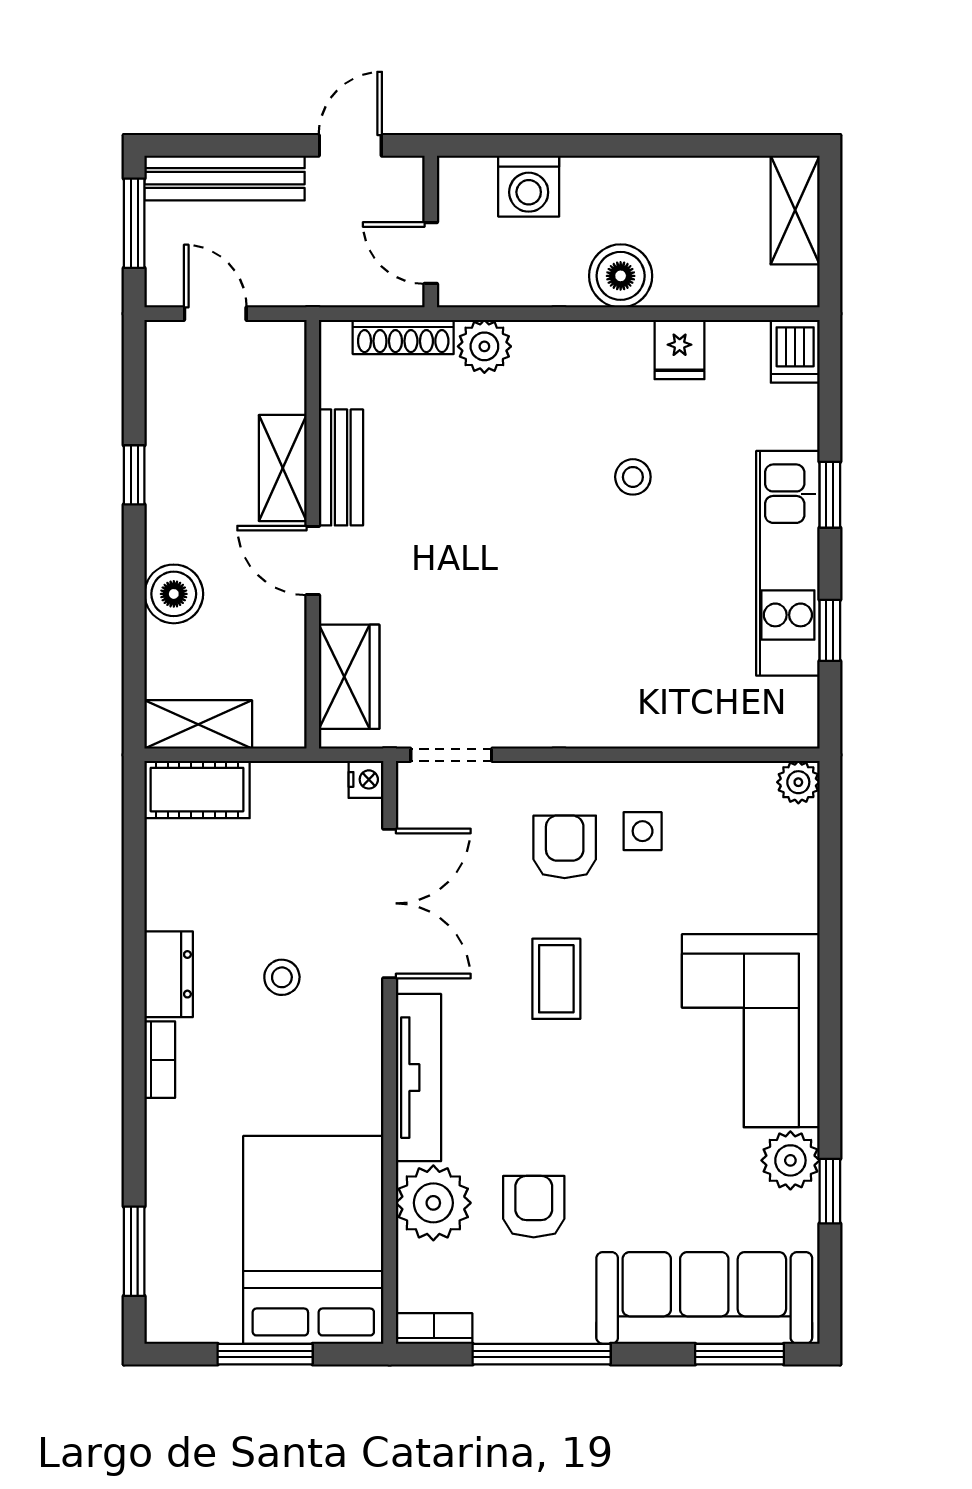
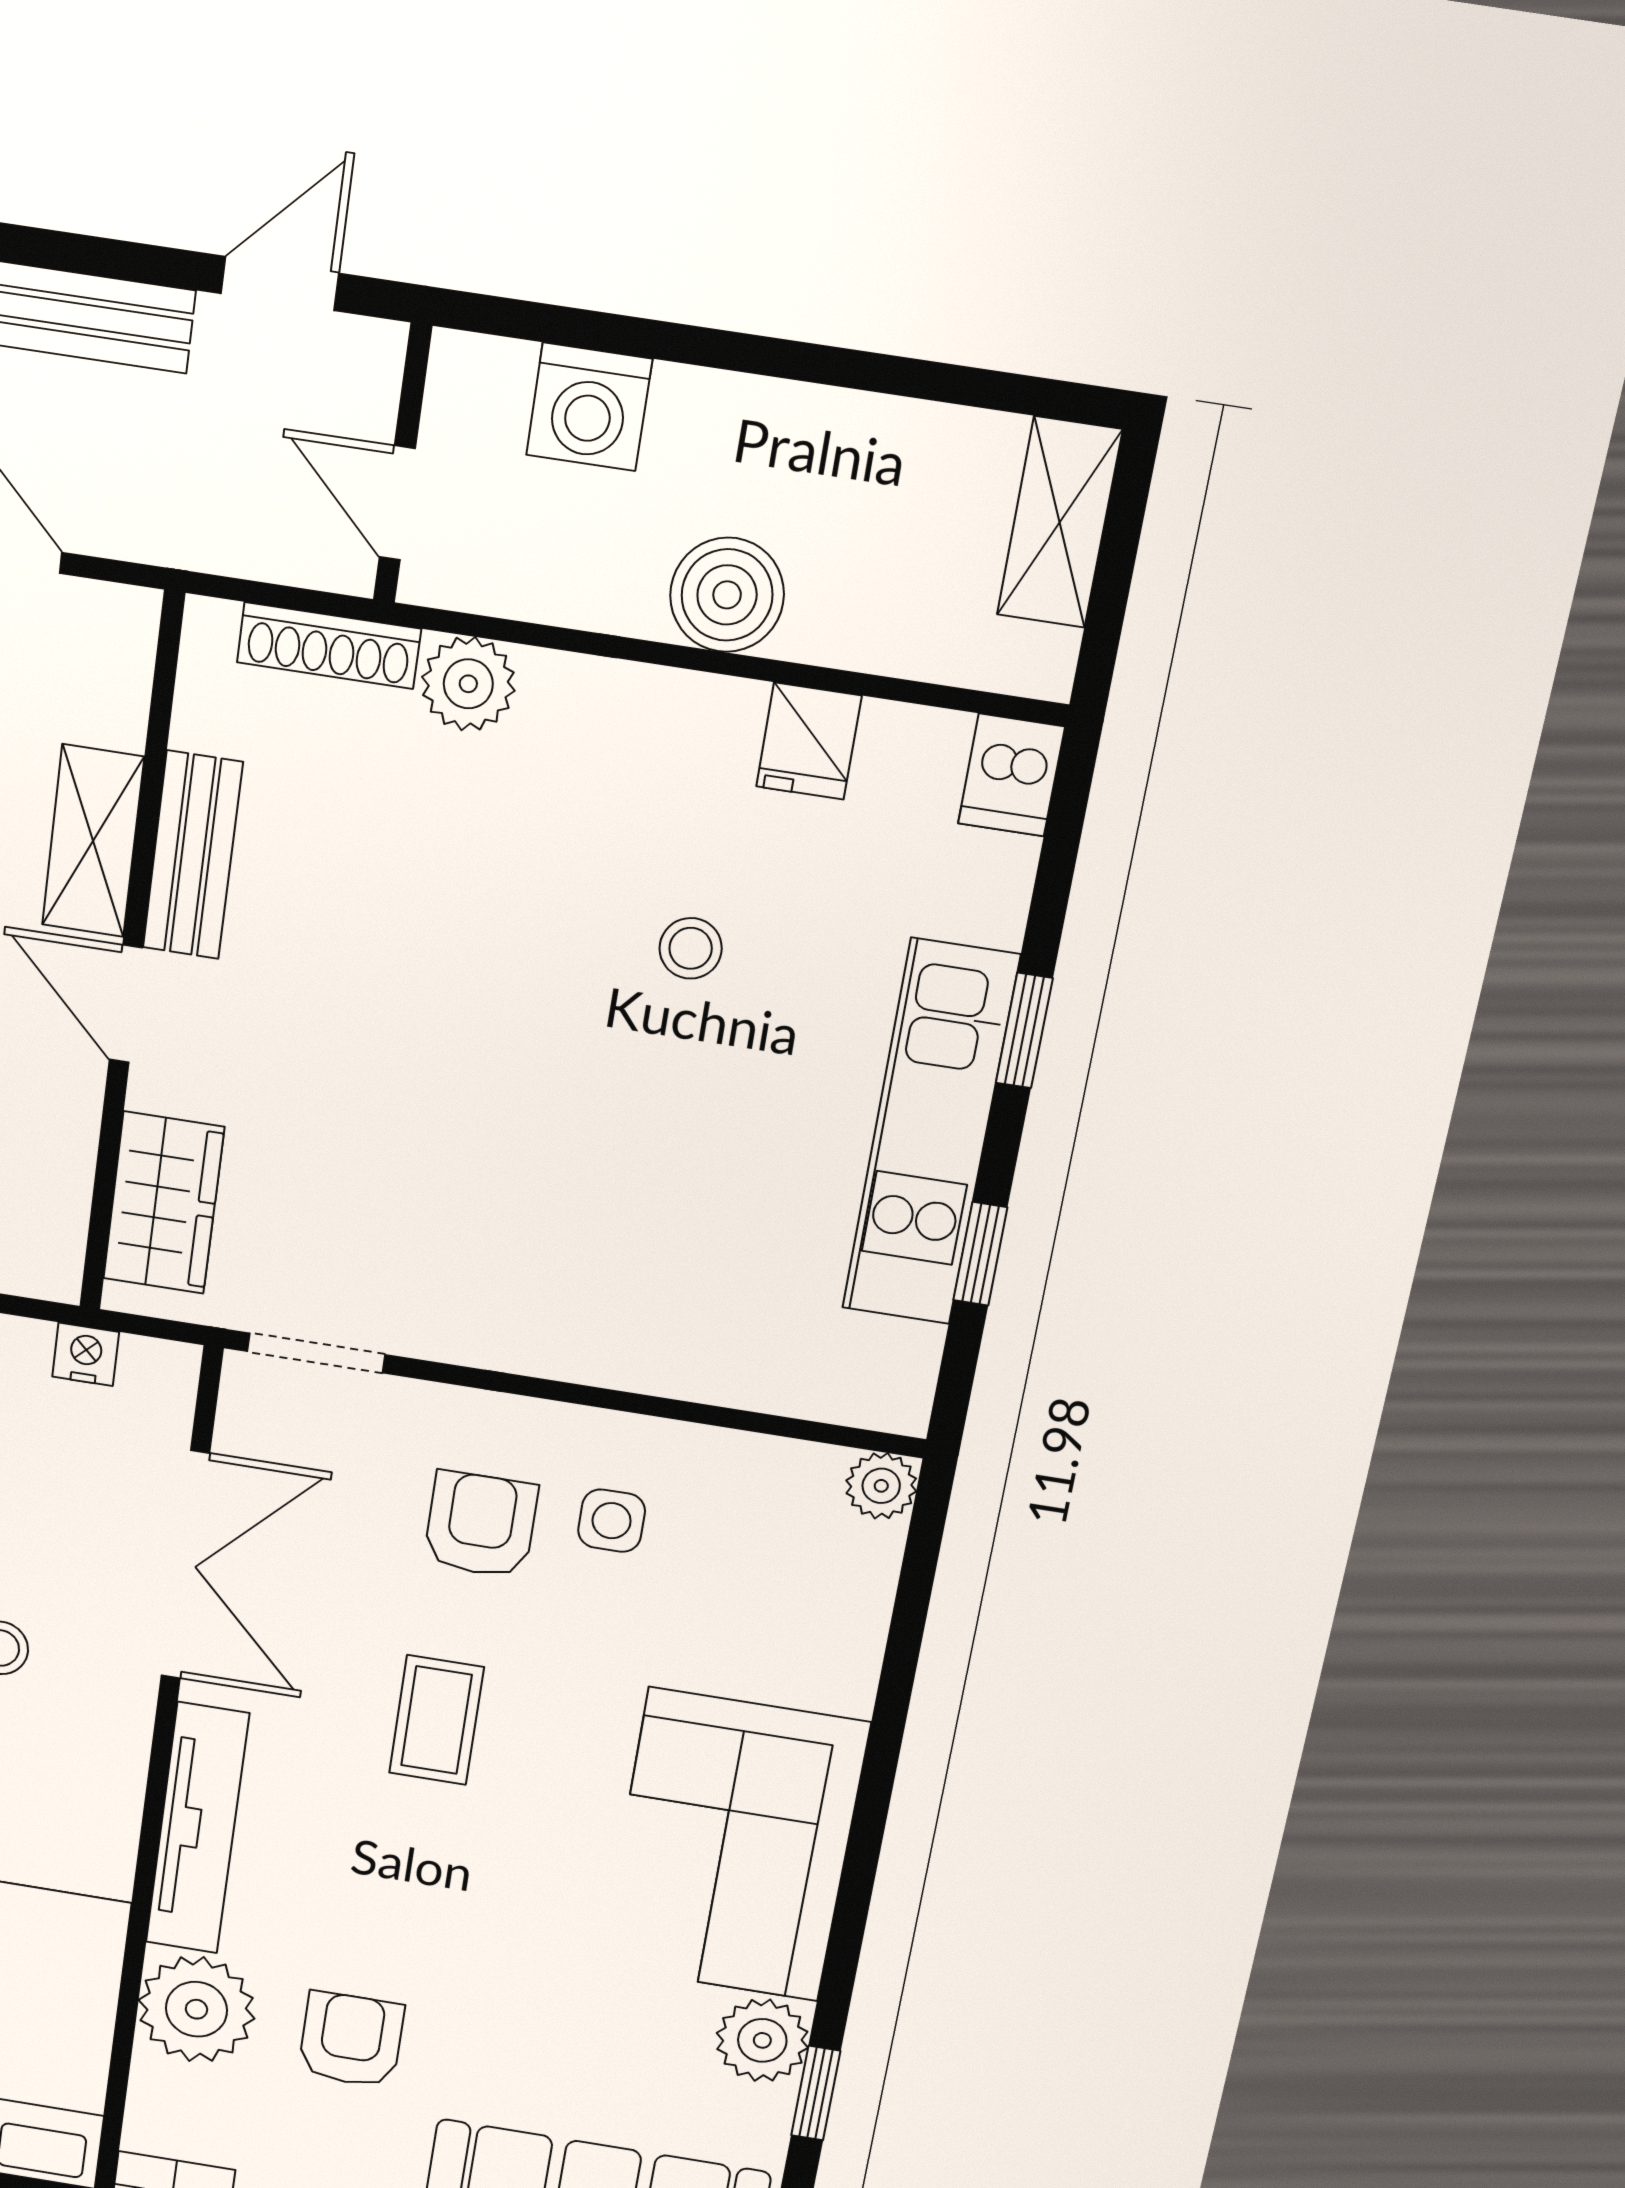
nightstand: (366, 779) -> (86, 1354), moved, turned -90

